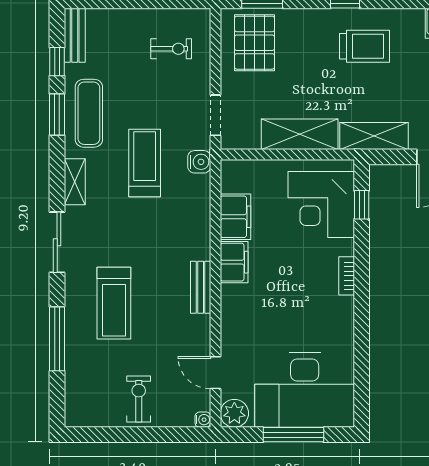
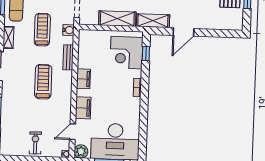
filing cabinet: (235, 217) -> (83, 108), moved
bench: (201, 287) -> (68, 57), moved
treadmill: (114, 303) -> (43, 82), moved, turned 180
door: (215, 373) -> (73, 132), hinge flipped

